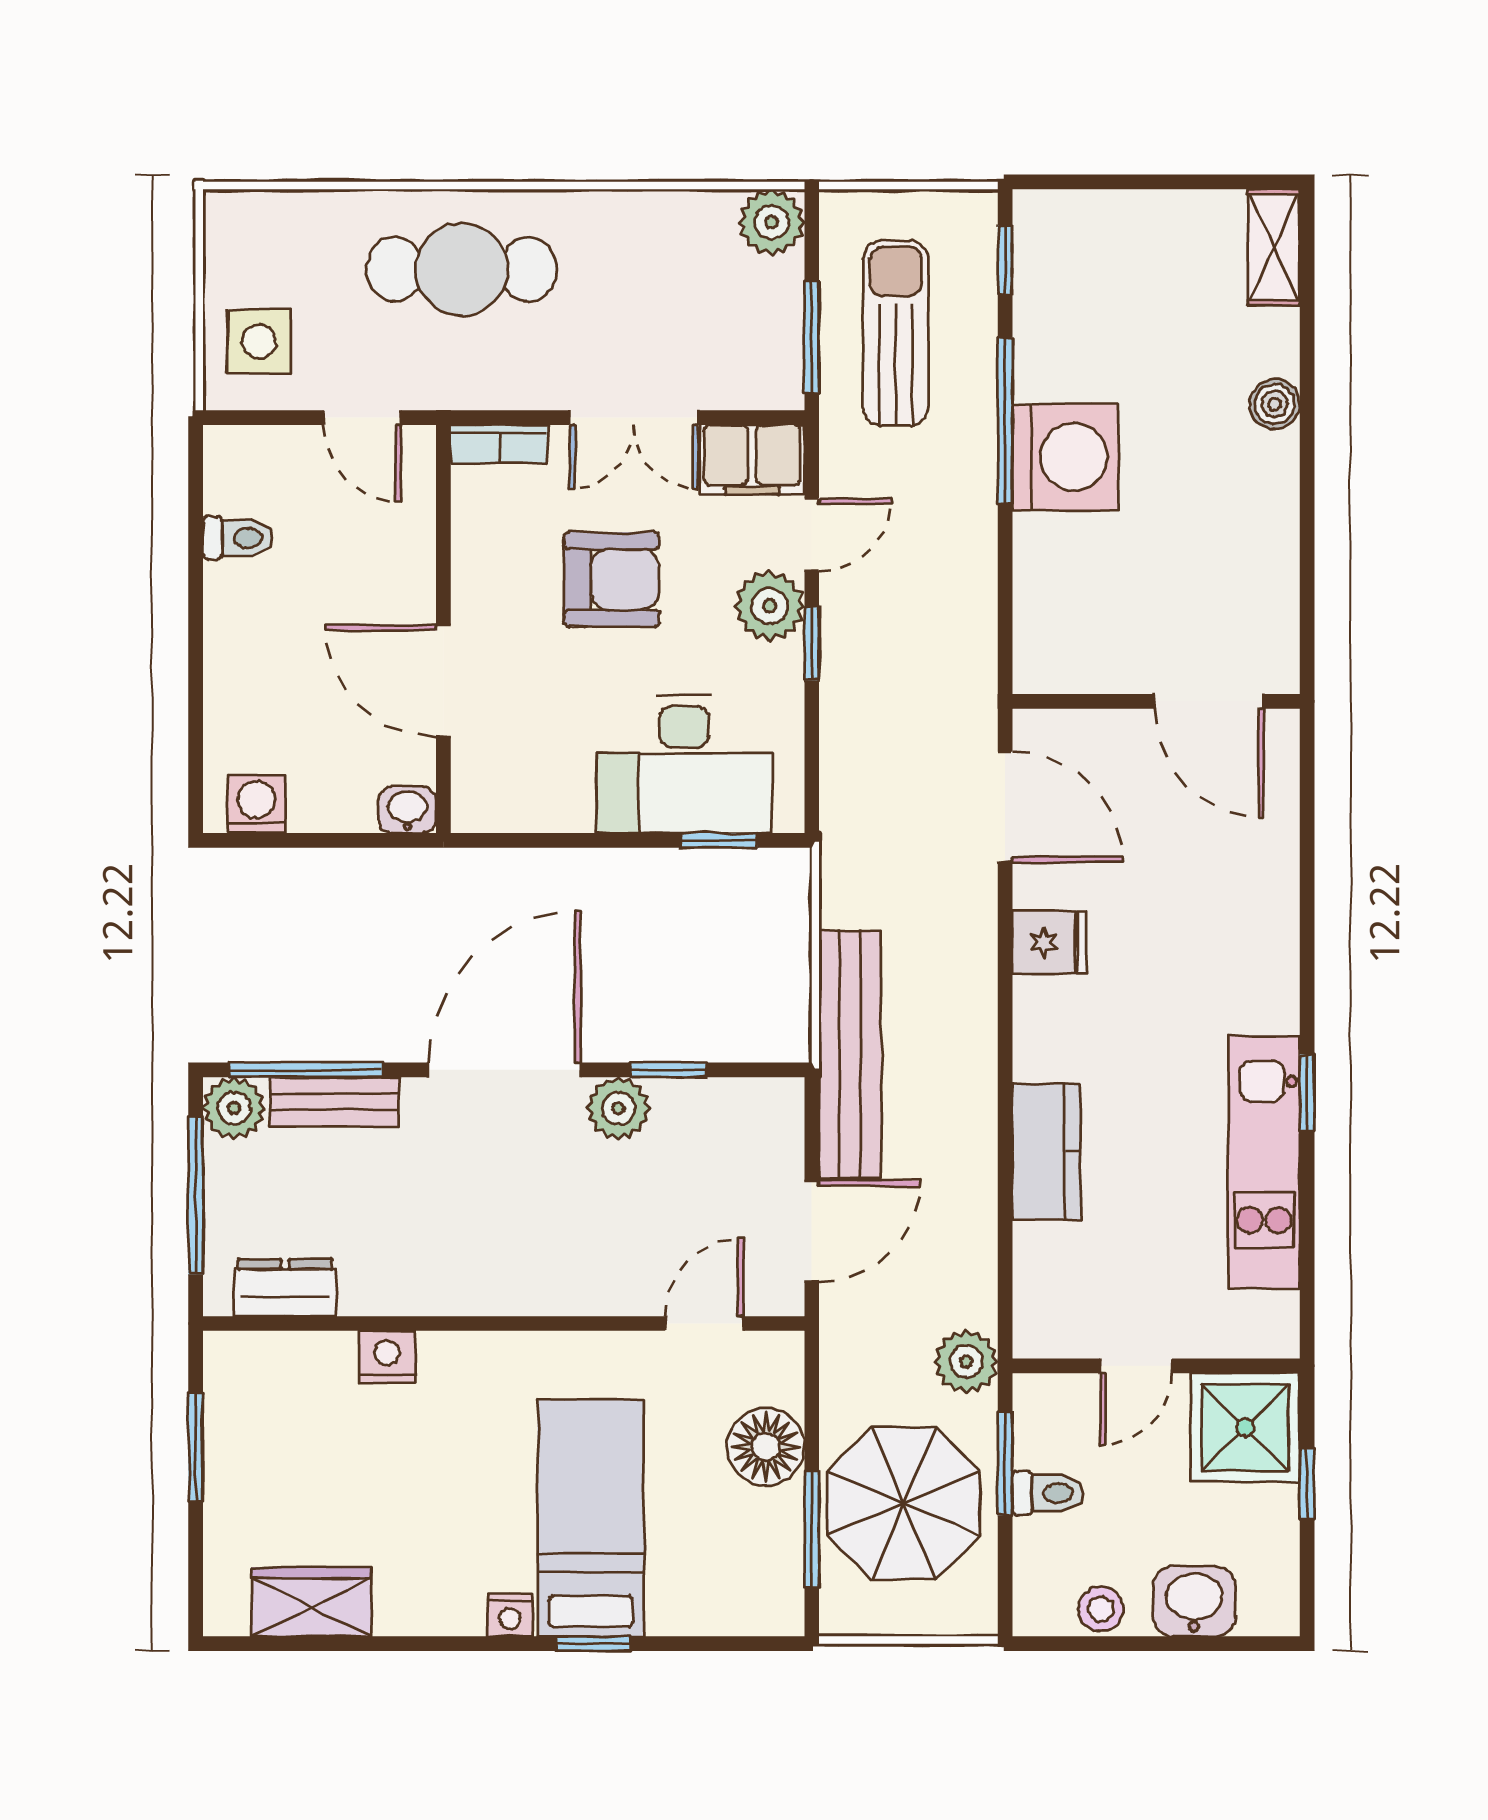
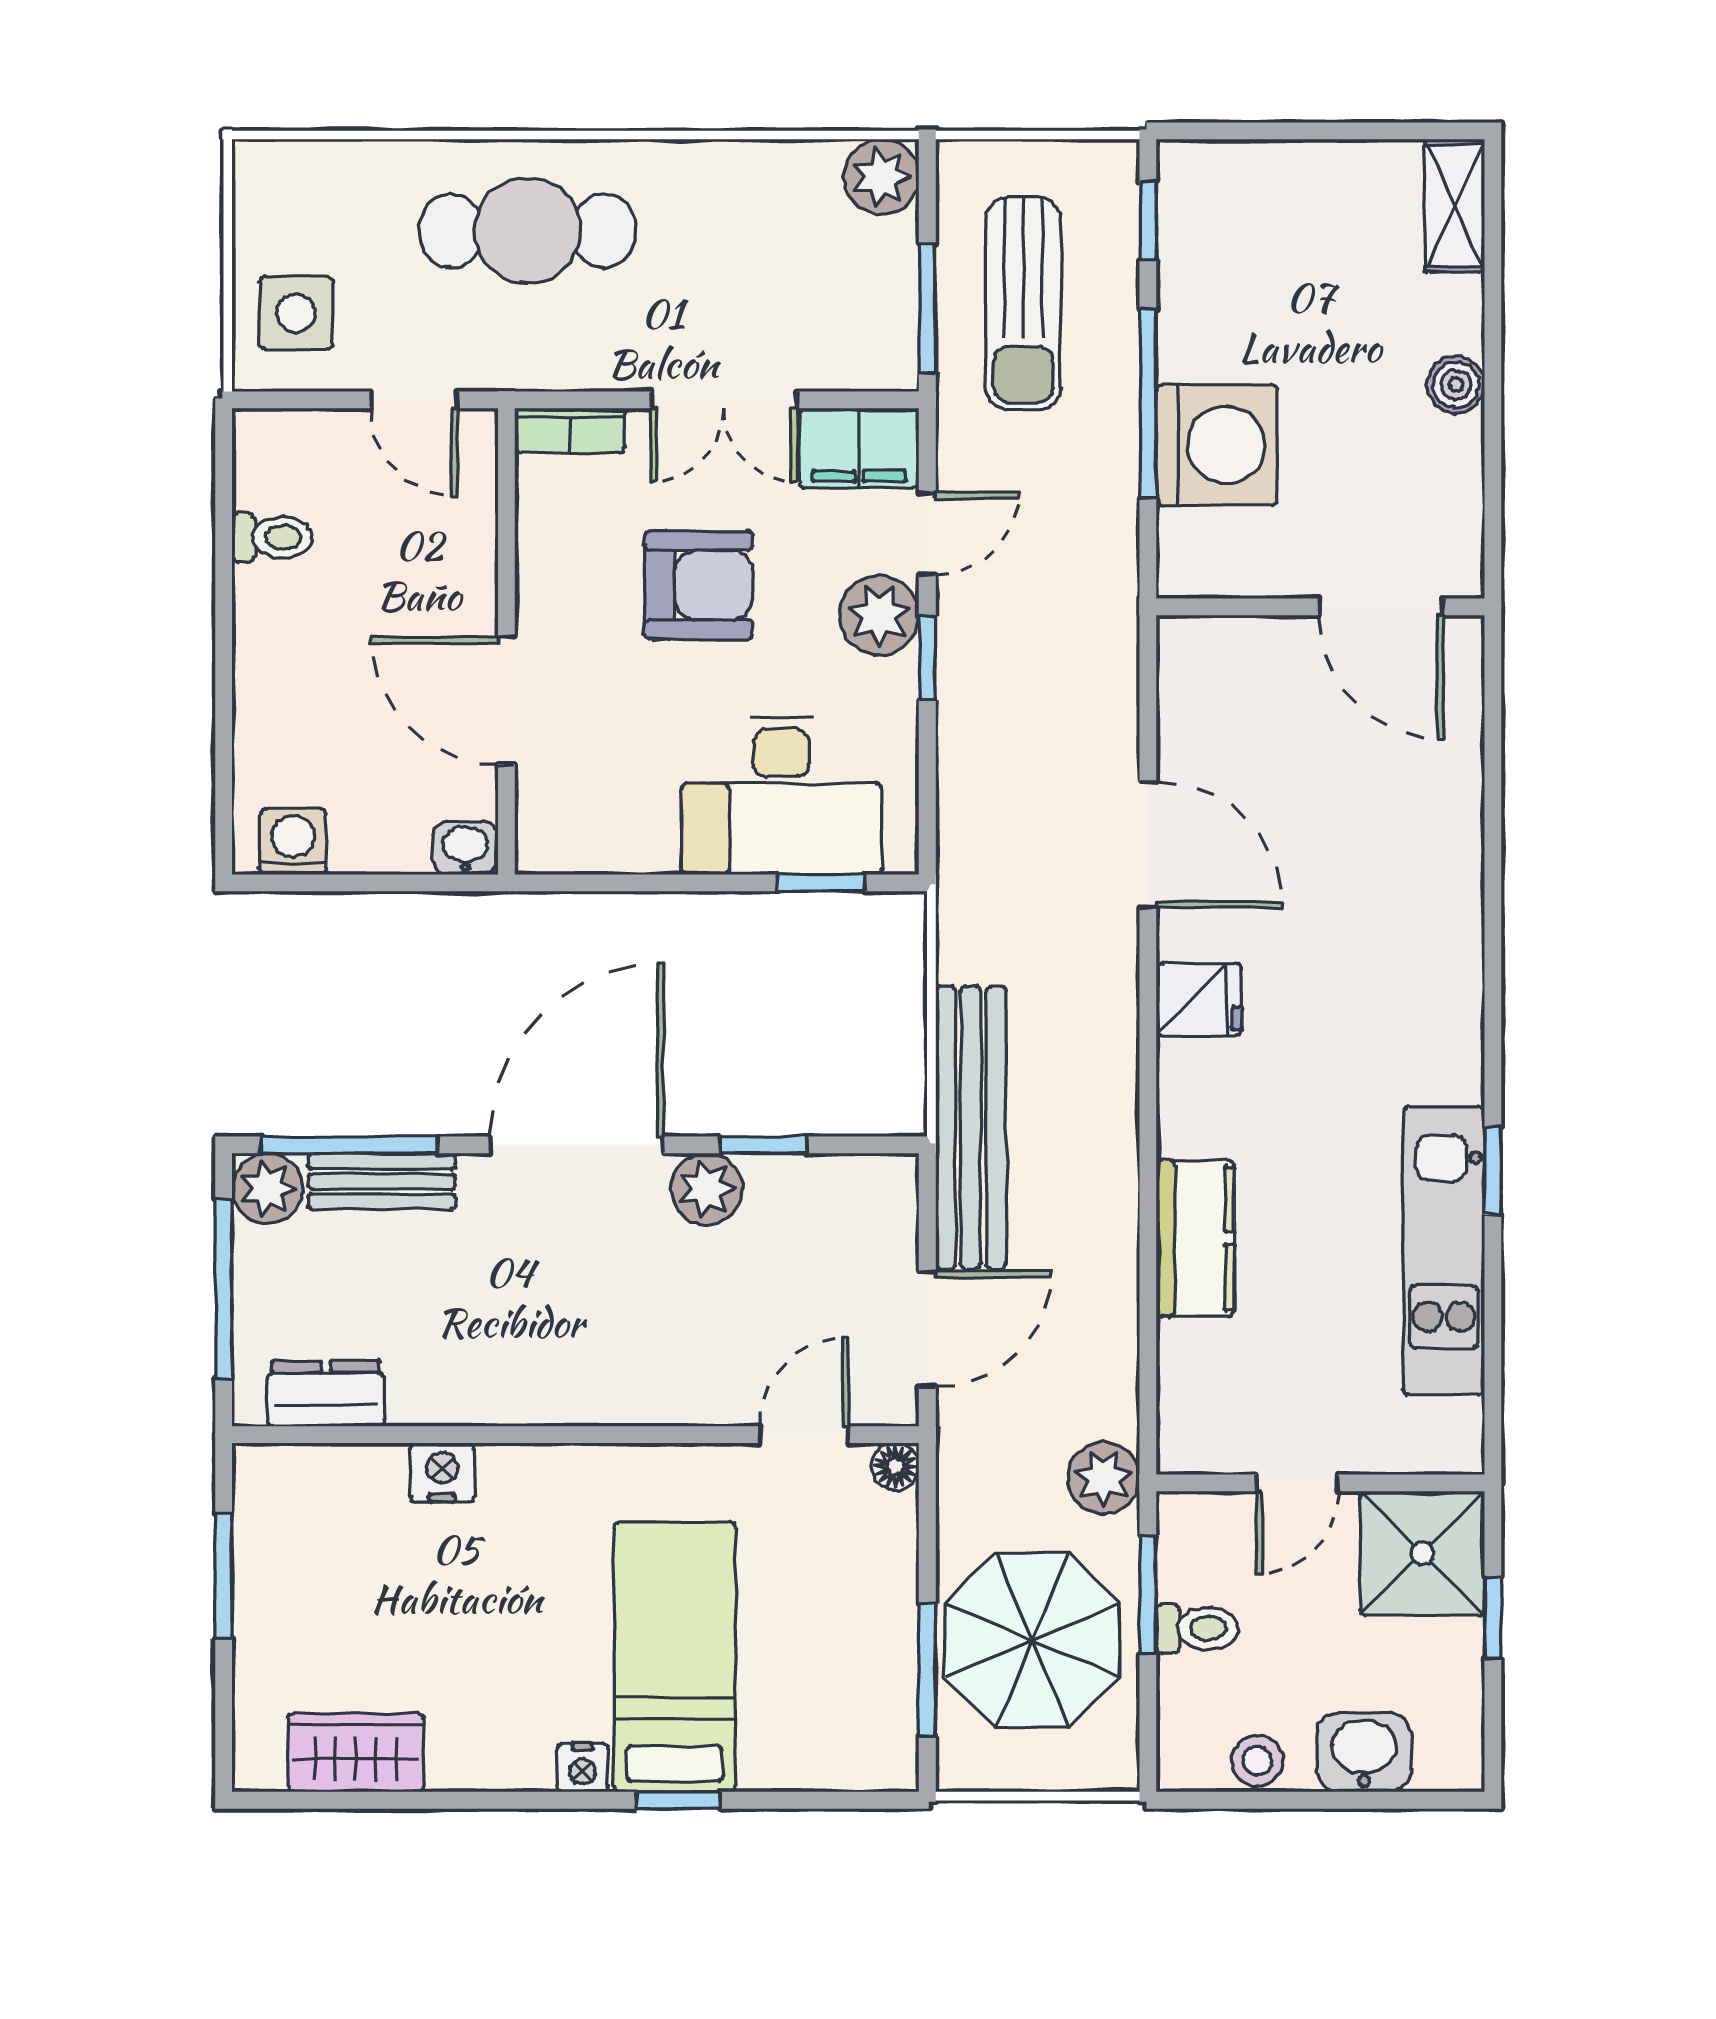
sun lounger: (896, 333) -> (1023, 304), turned 180
wall: (1156, 701) -> (1320, 607), moved
door: (1209, 701) -> (1381, 607), moved
floor lamp: (766, 1447) -> (895, 1467), moved, width x0.53, depth x0.53

